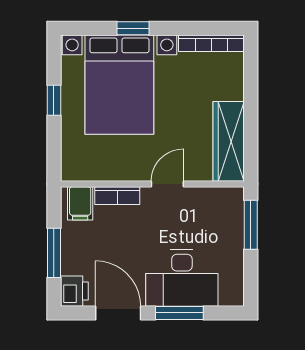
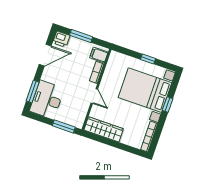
desk: (182, 278) -> (47, 100), moved
window: (179, 313) -> (33, 92), moved

